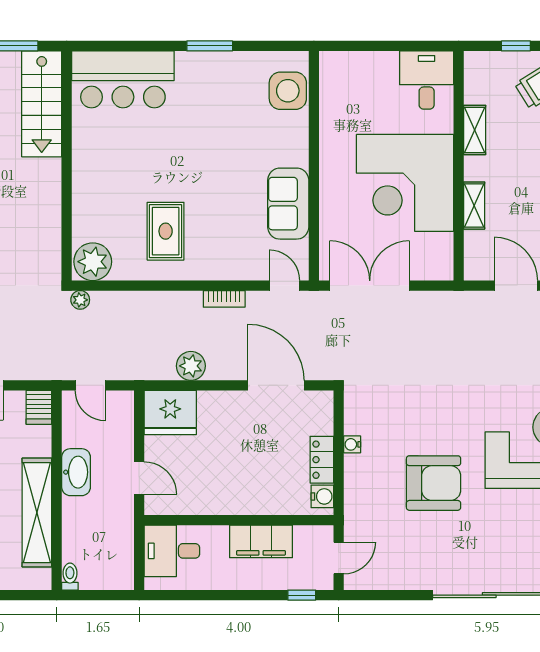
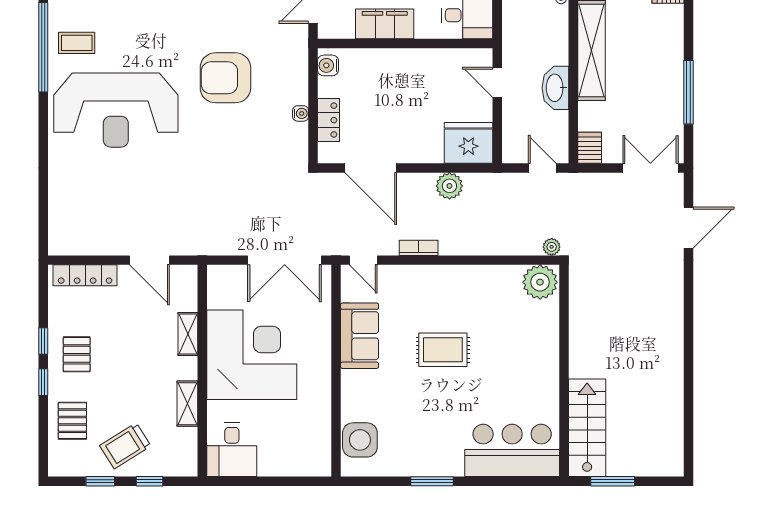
rug: (166, 231) -> (443, 350), moved, turned 90
locker: (322, 460) -> (328, 120), moved

